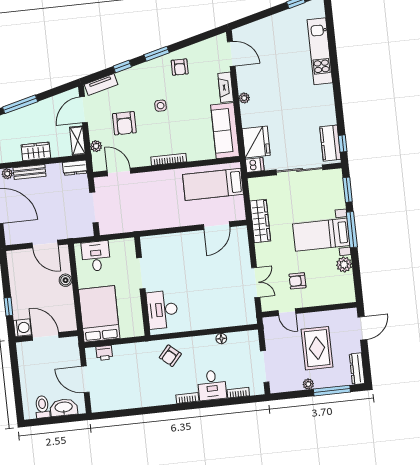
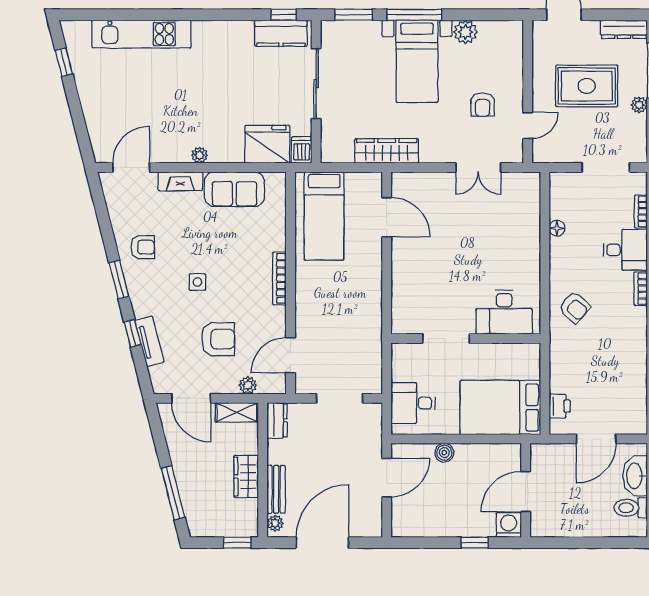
tv unit: (101, 84) -> (149, 341), moved
sofa: (225, 131) -> (234, 189), width x0.73
double door: (256, 282) -> (478, 168), swing flipped

